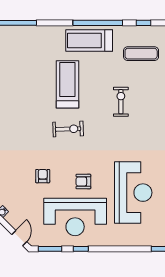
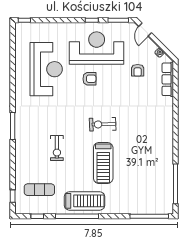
armchair: (43, 176) -> (138, 70), moved
reception desk: (133, 193) -> (46, 69), turned 180

